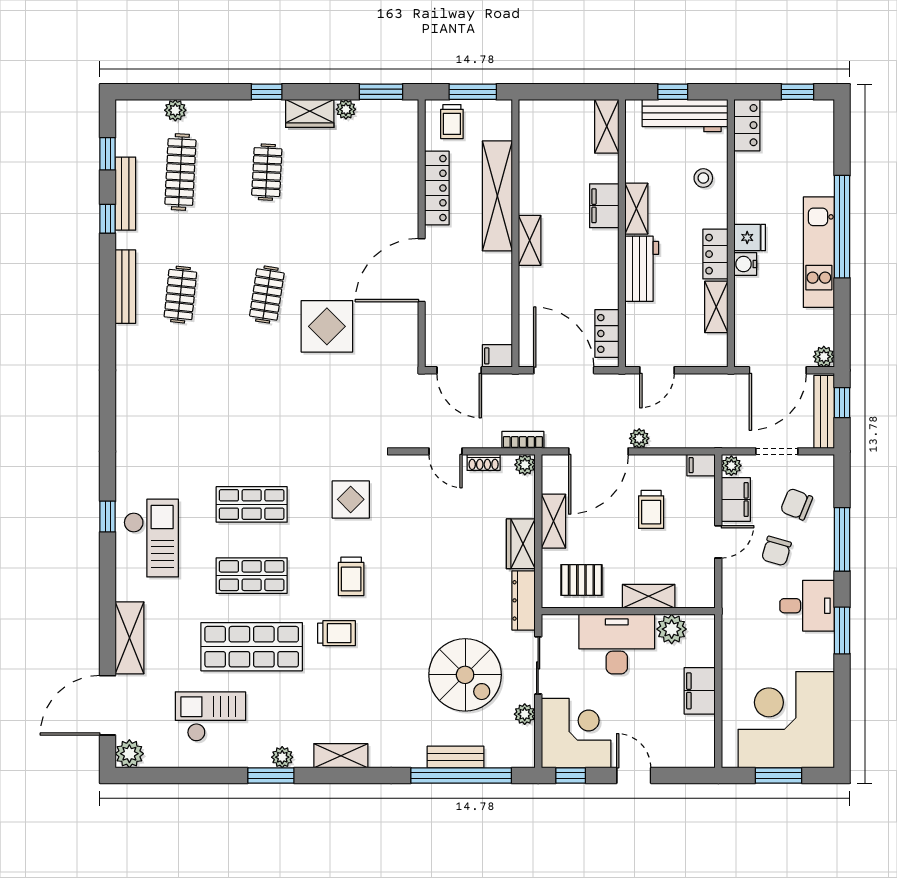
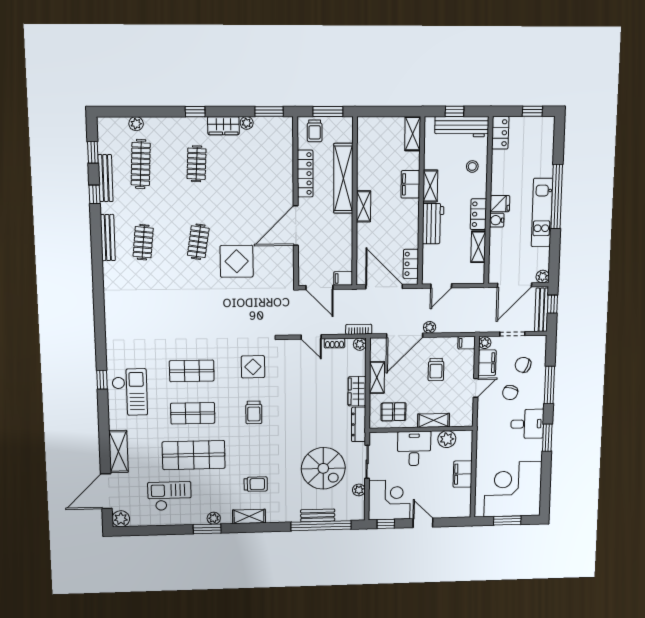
trolley: (336, 633) -> (256, 484), moved
desk: (617, 644) -> (414, 448), width x0.73

